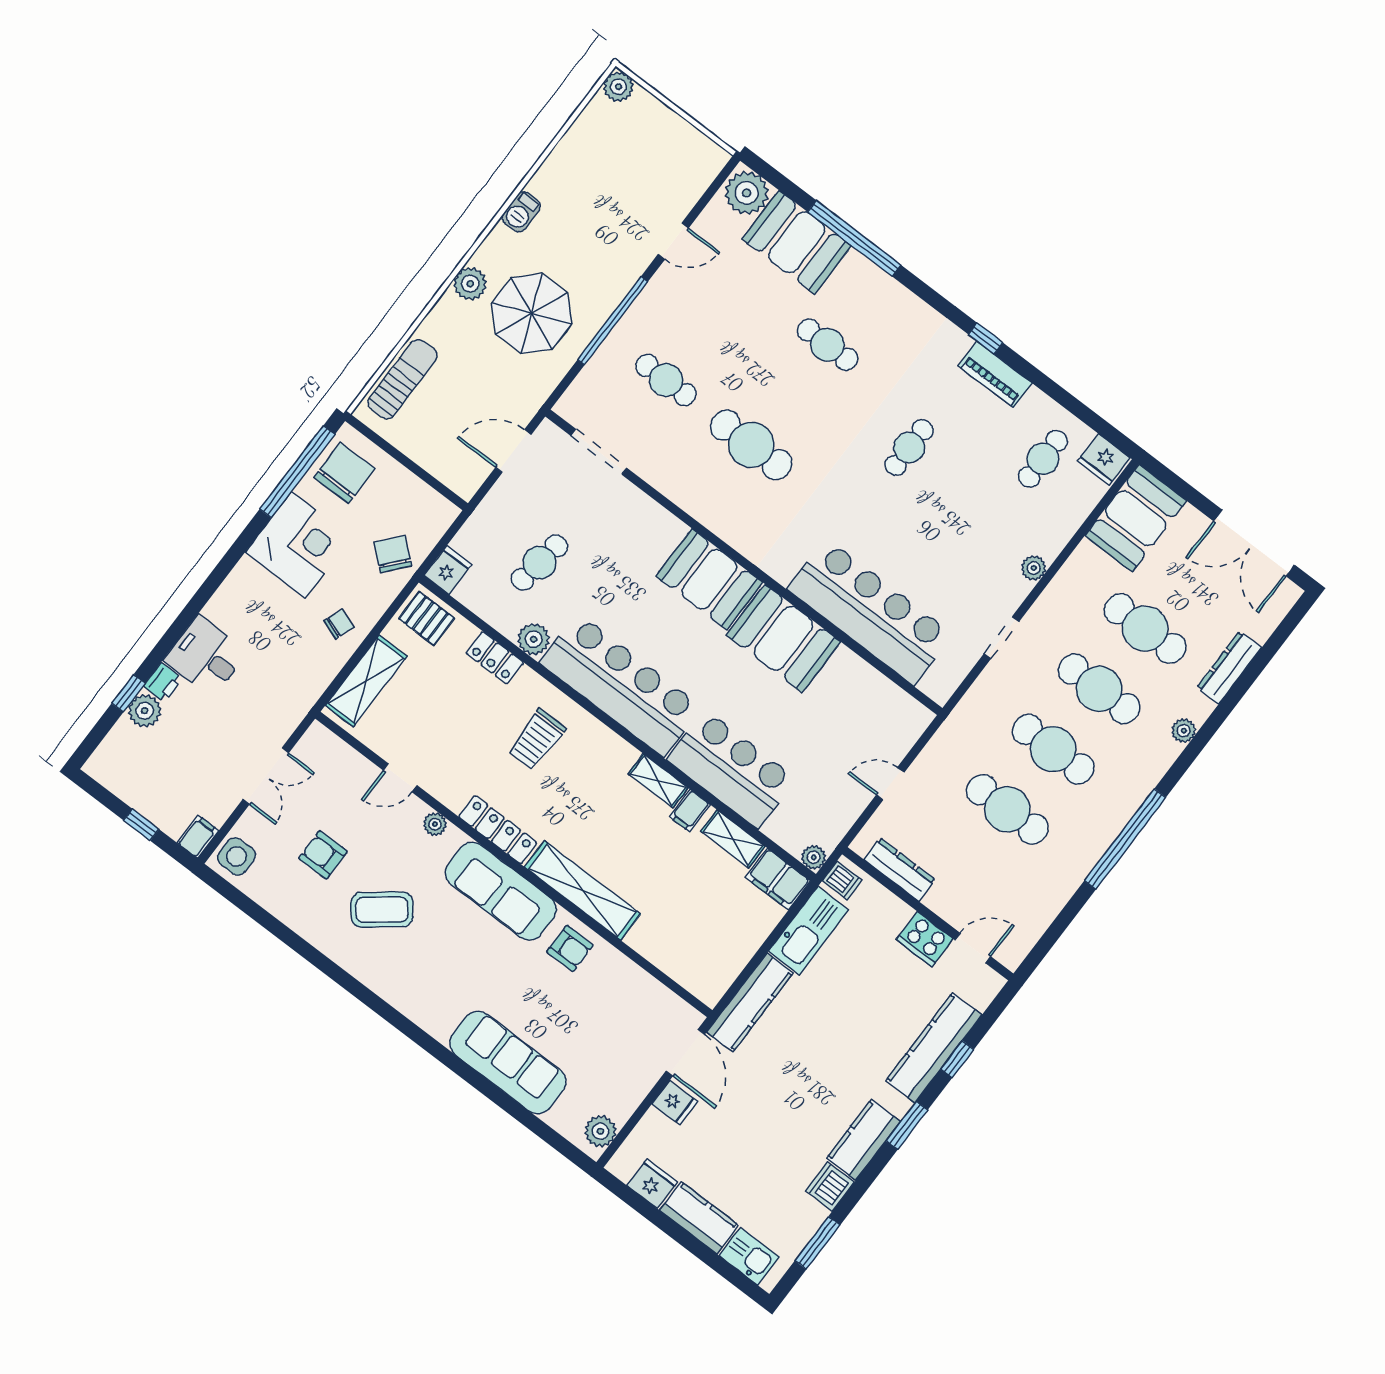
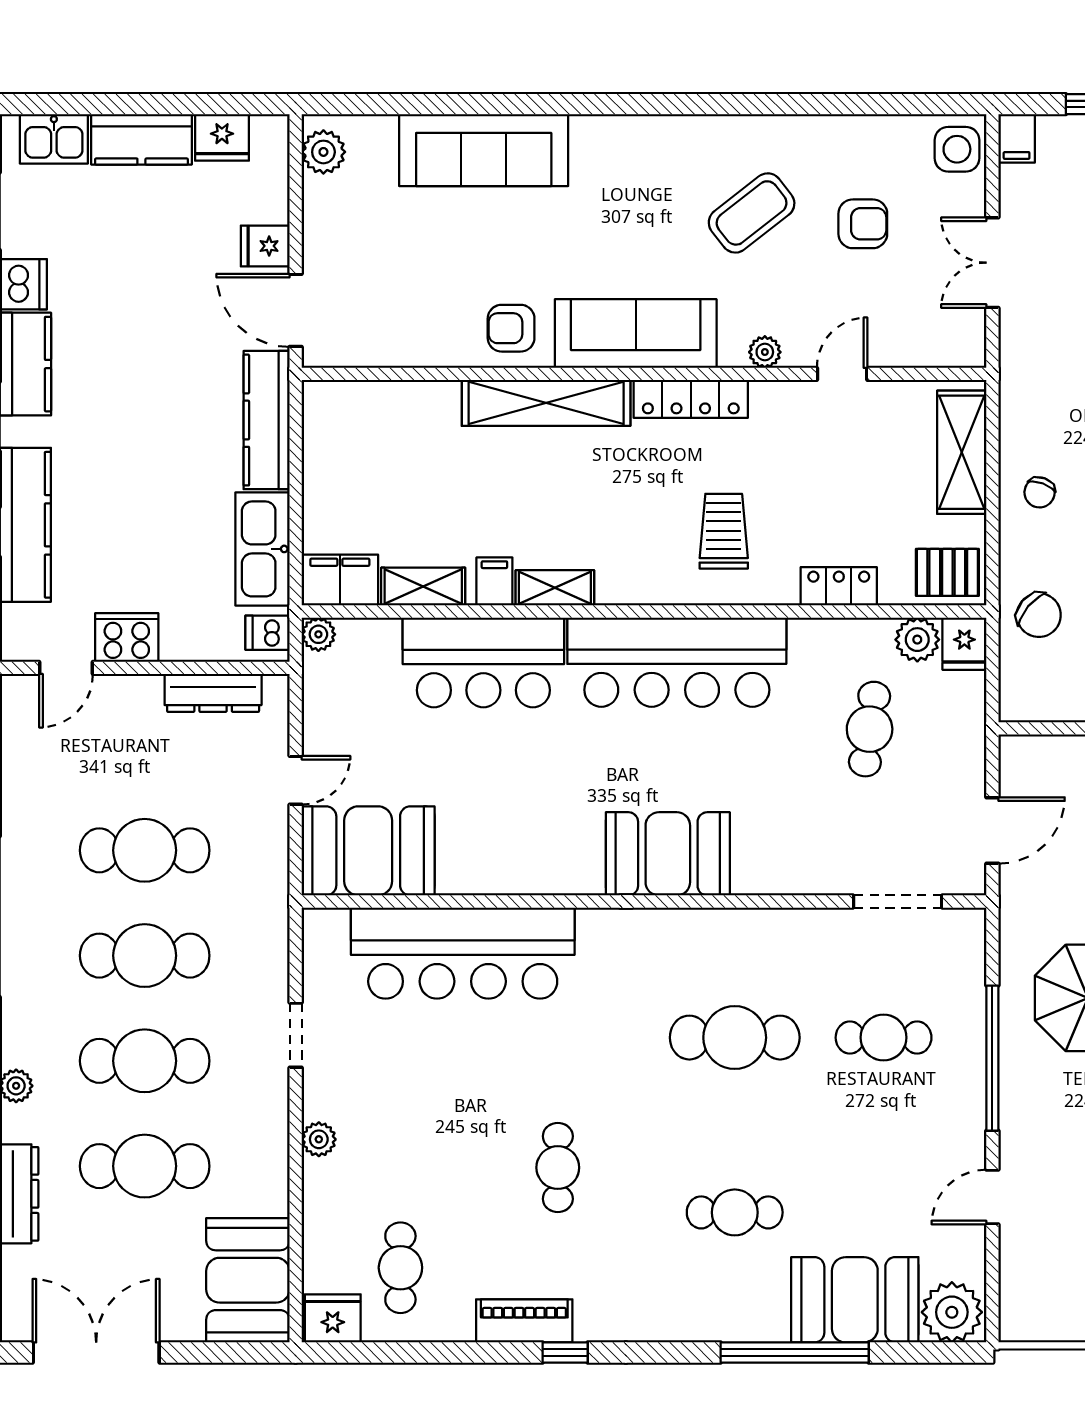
booth: (783, 638) -> (368, 851), moved
plant: (534, 639) -> (917, 640), moved

